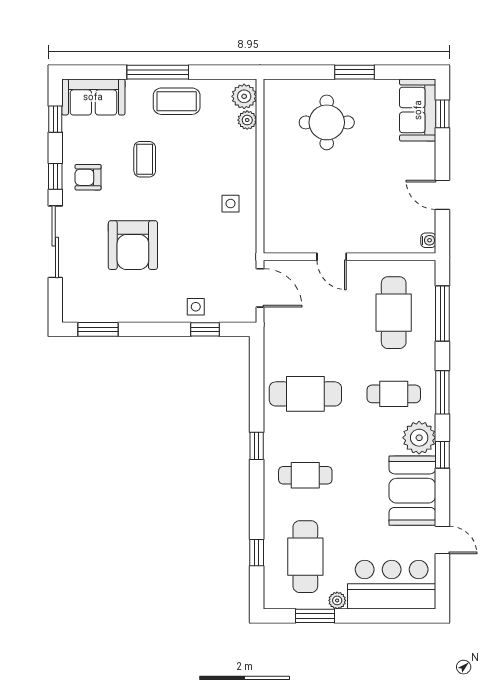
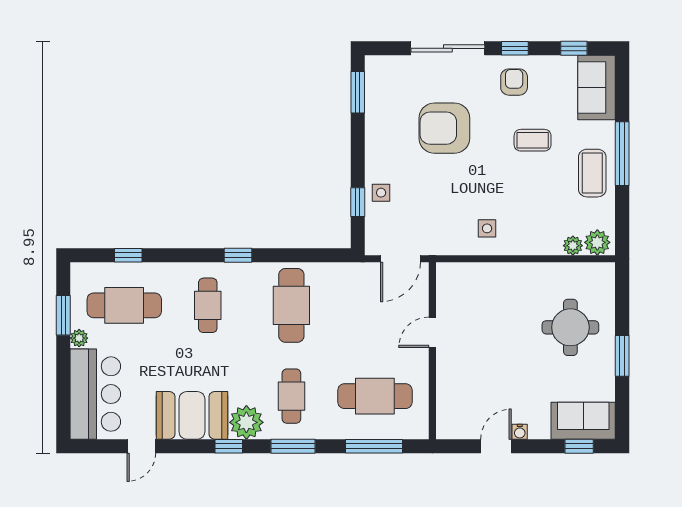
water cooler: (428, 240) -> (520, 432), moved

